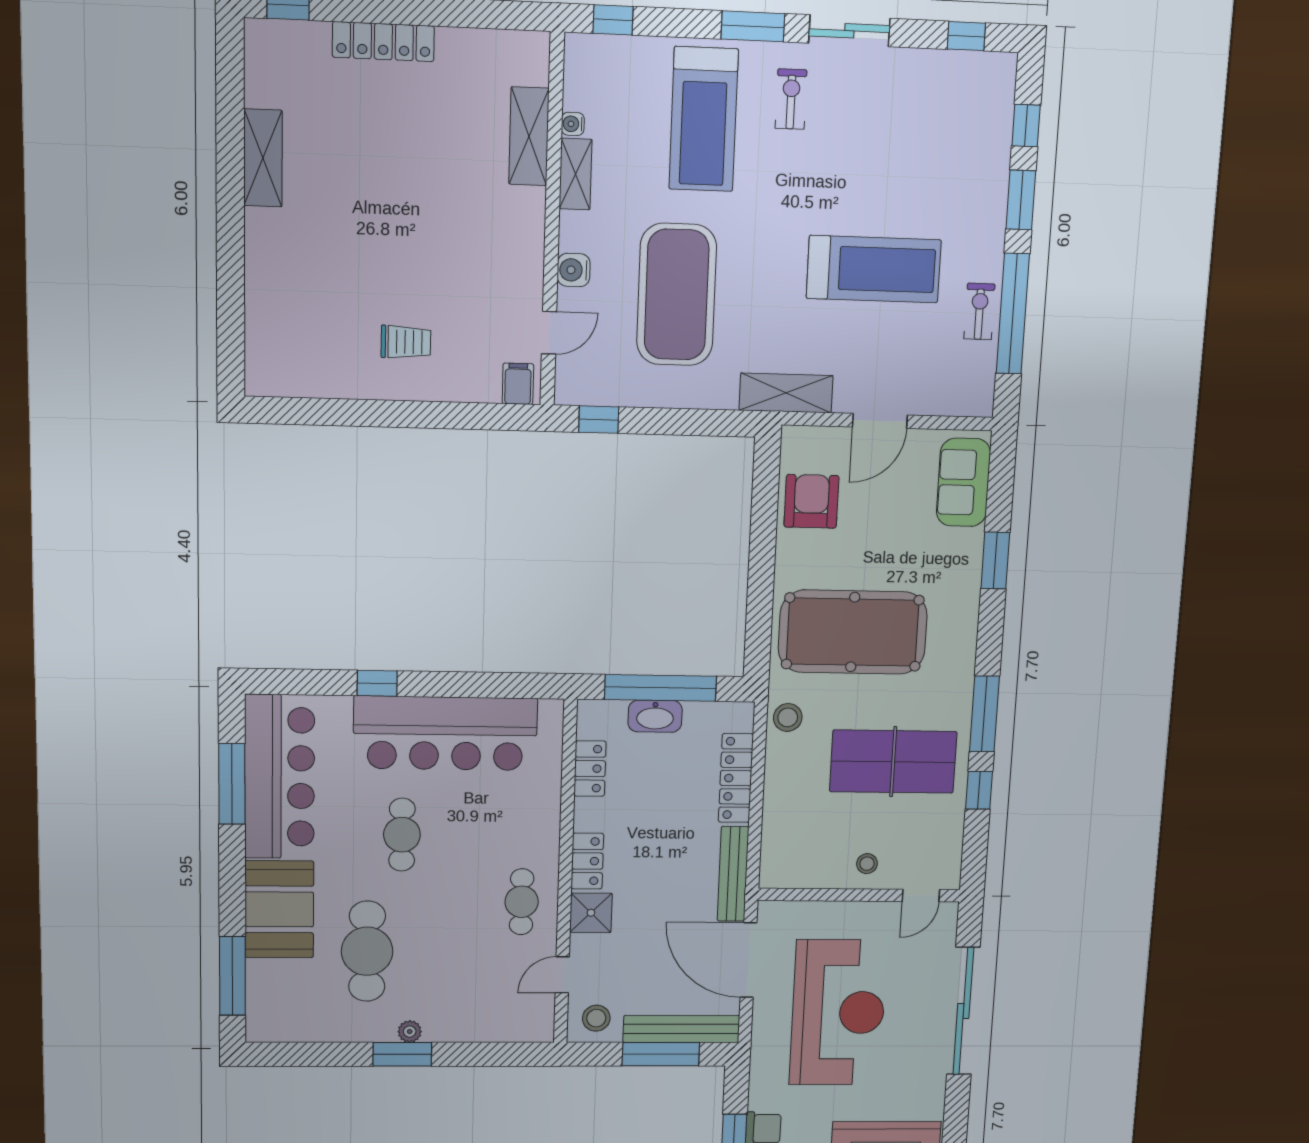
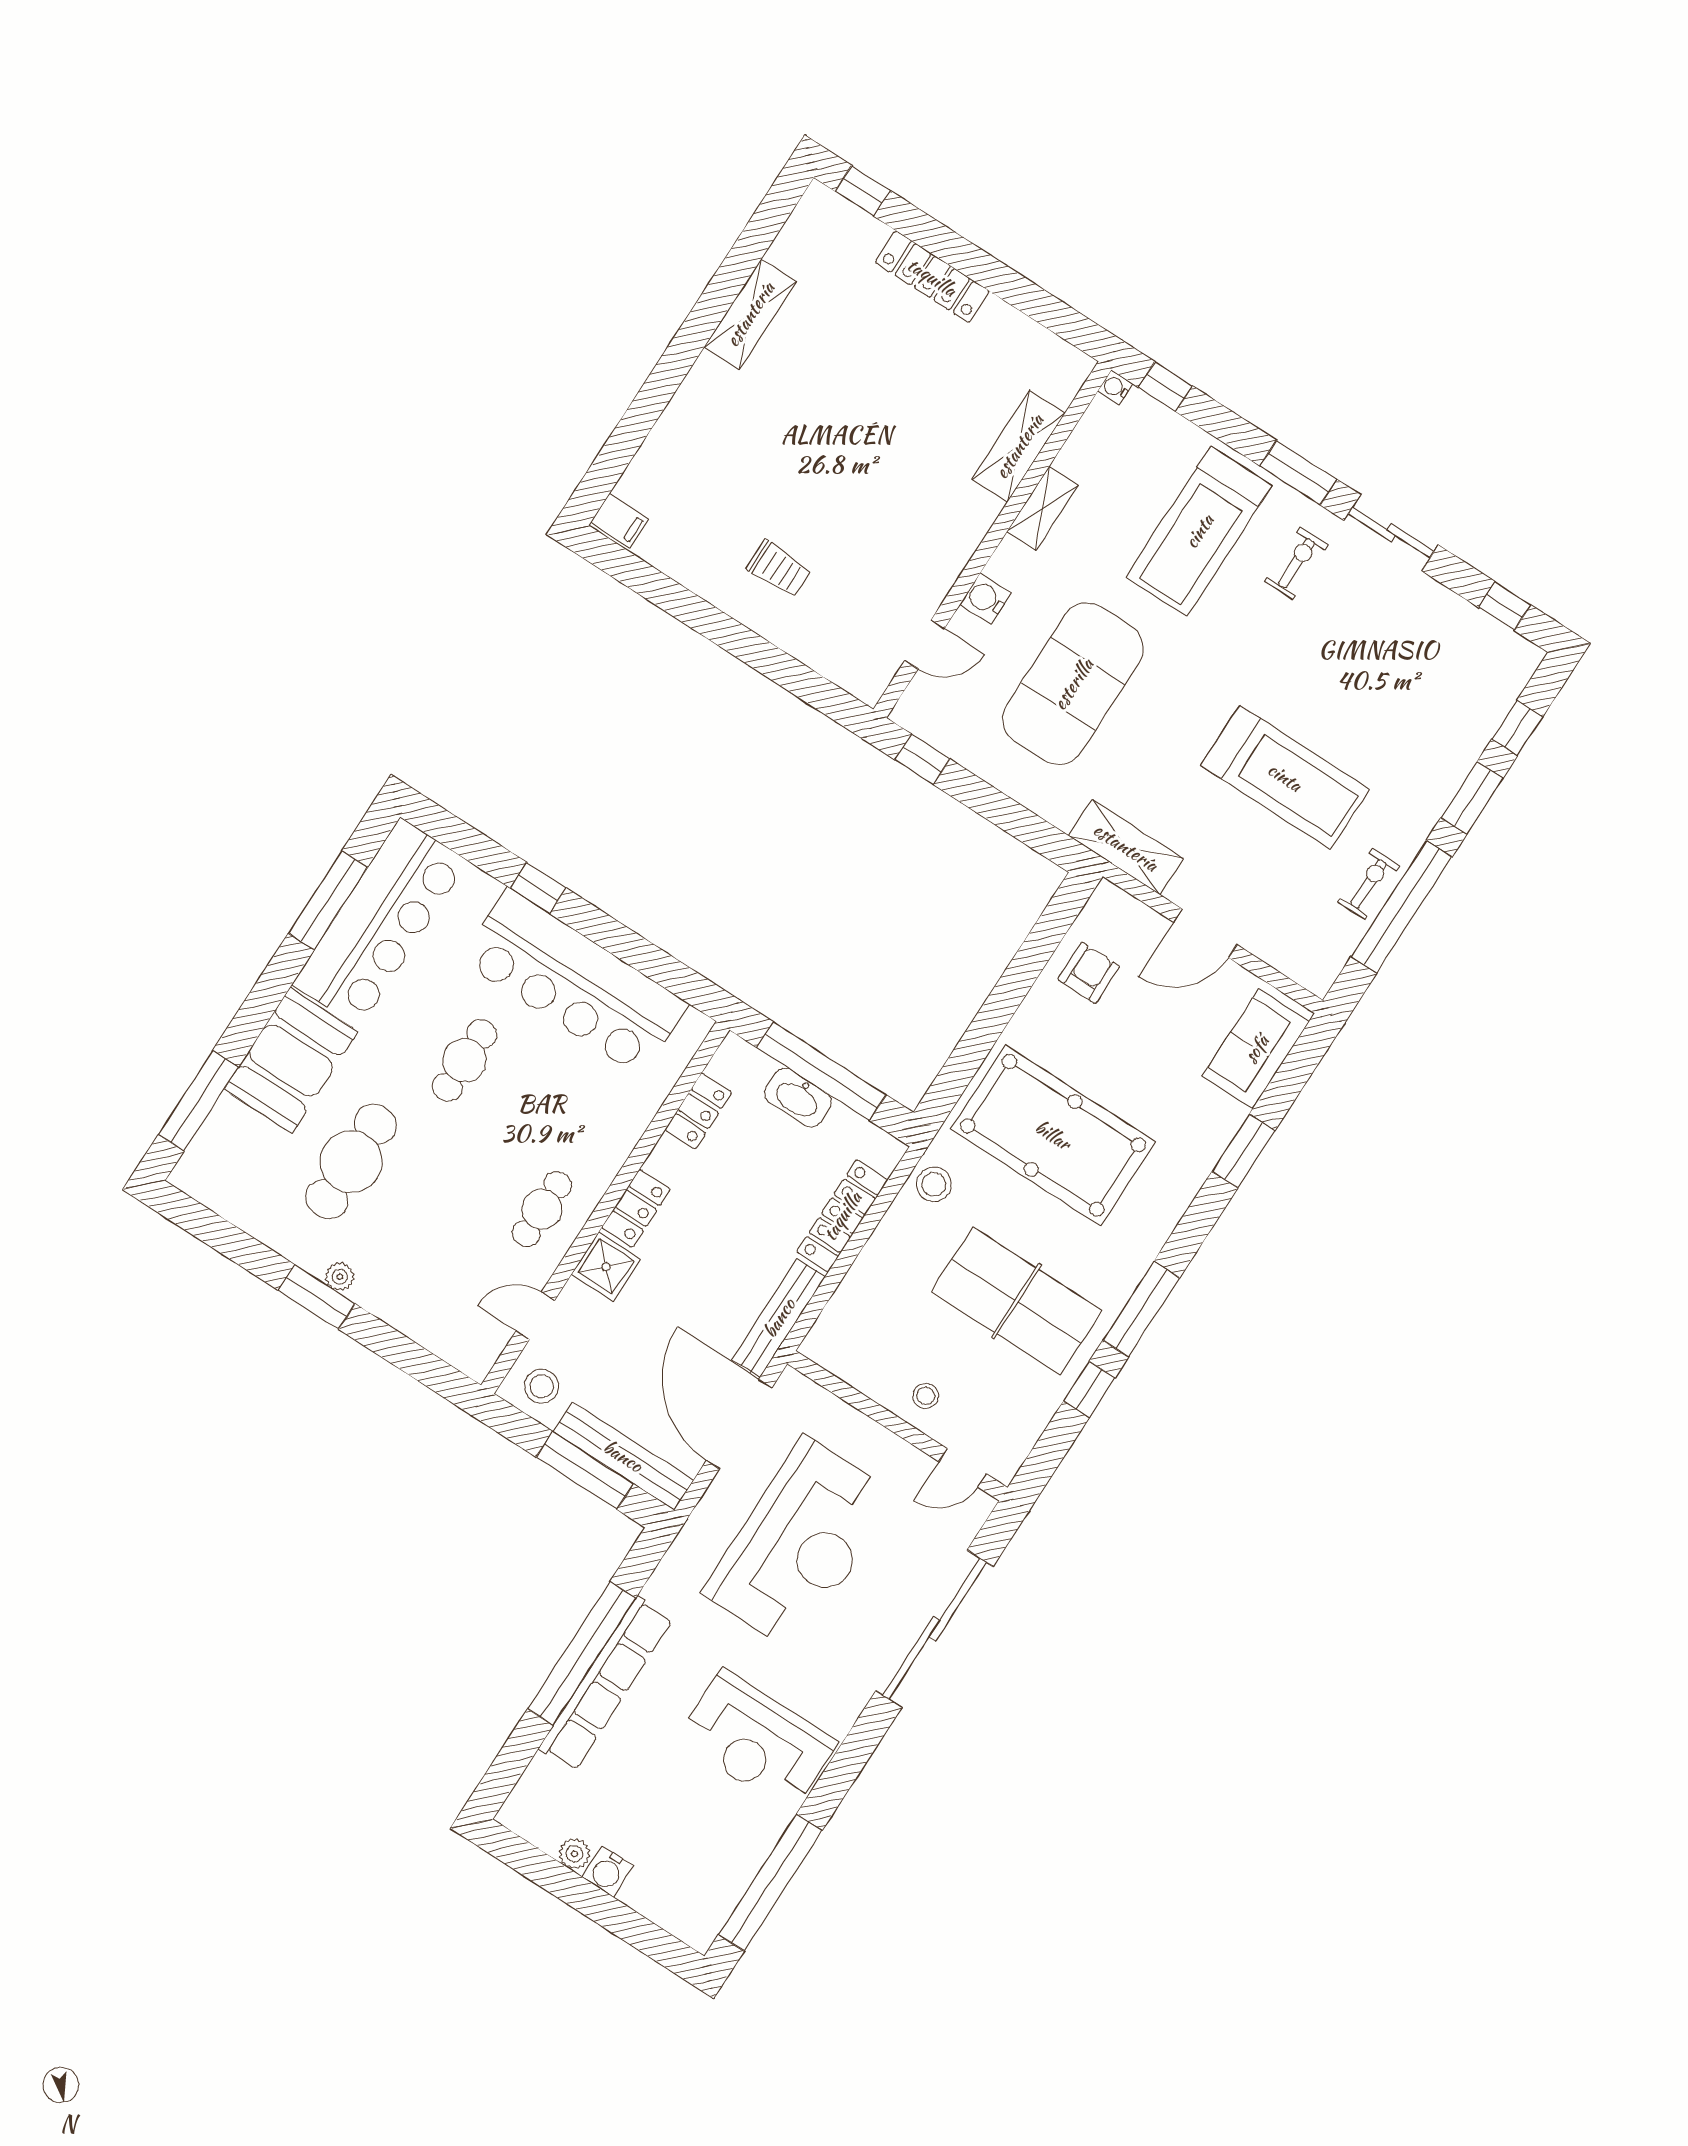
water cooler: (573, 124) -> (1115, 387), moved
filing cabinet: (518, 384) -> (620, 521), moved, turned 90
armchair: (811, 501) -> (1088, 973), width x0.72, depth x0.72

